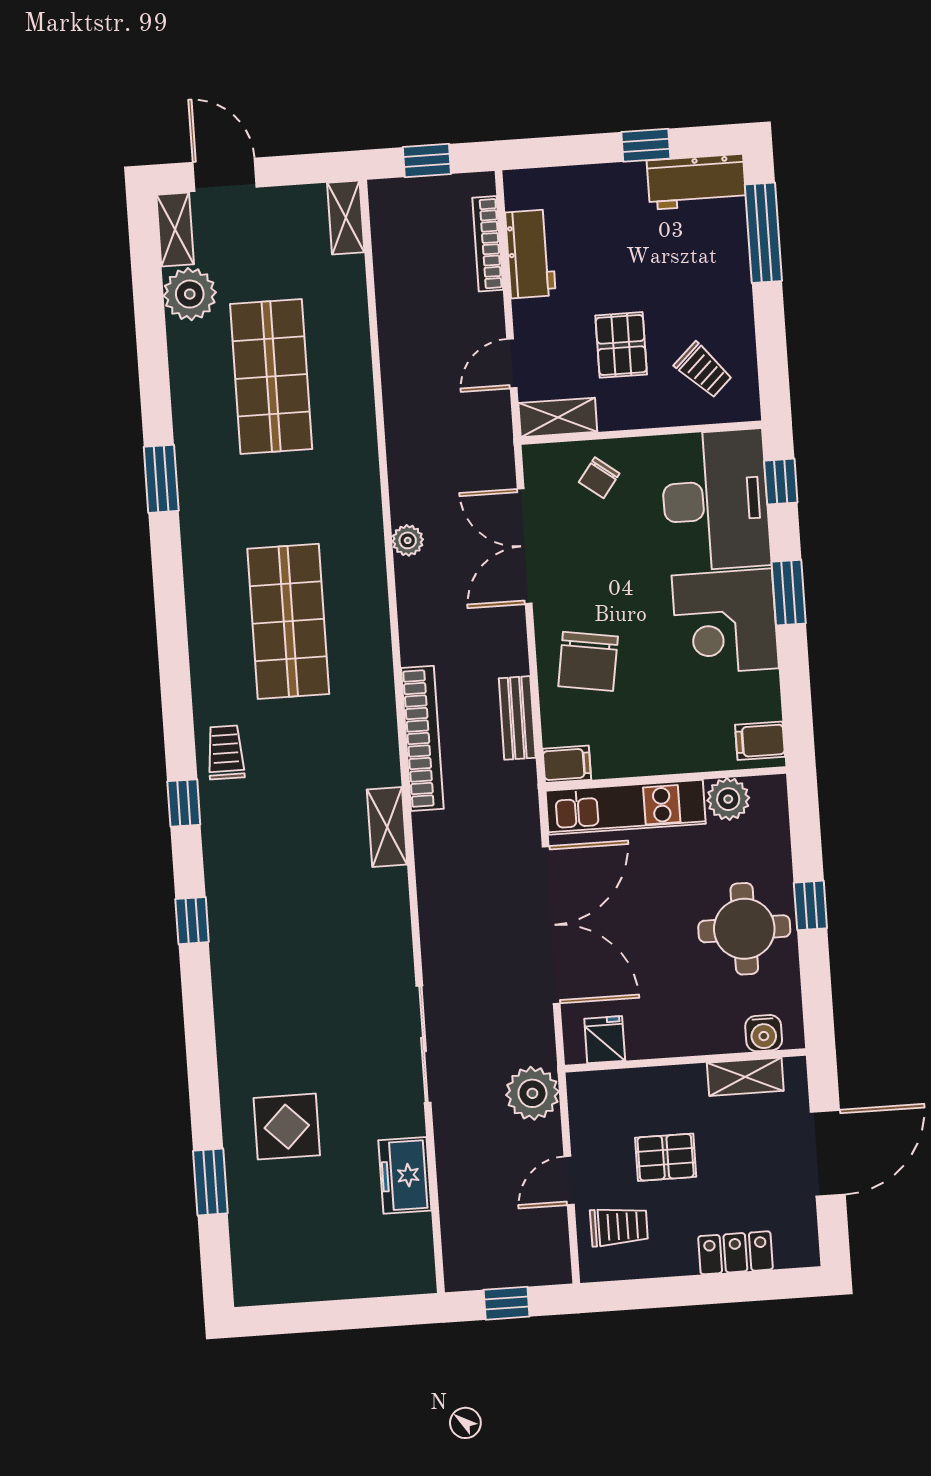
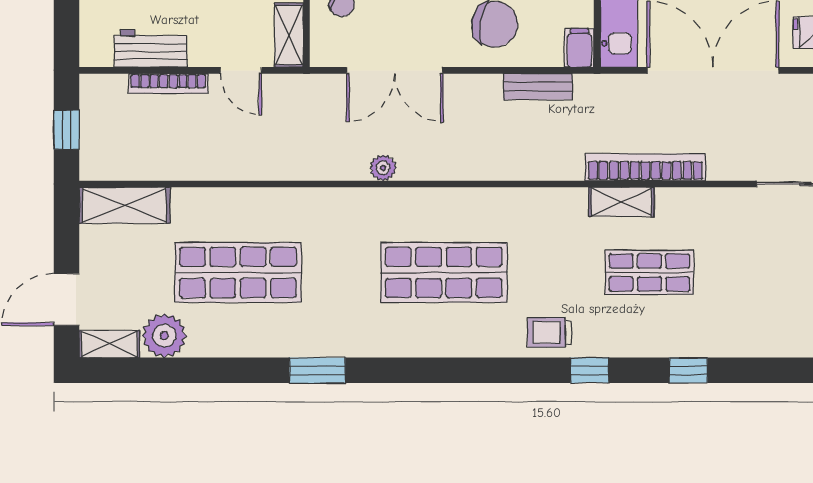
shelving: (346, 217) -> (125, 205), width x1.50, depth x1.33
bookcase: (488, 244) -> (168, 84), moved
bookcase: (422, 738) -> (645, 167), moved
shop shelf: (305, 866) -> (649, 272), added

